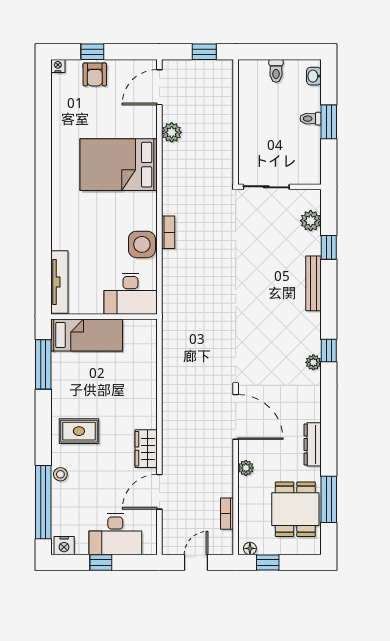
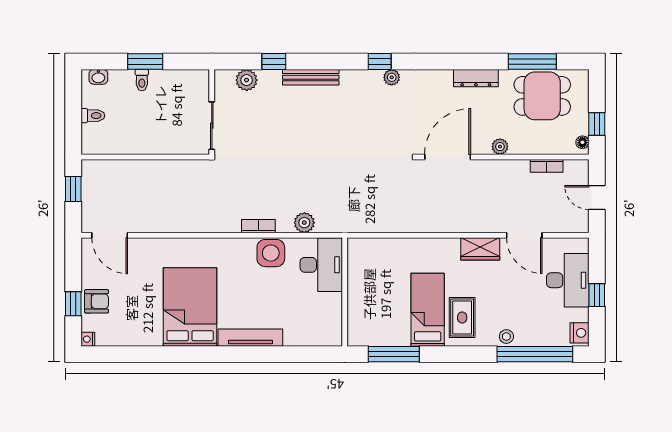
plant: (172, 132) -> (304, 223), moved
bed: (119, 165) -> (190, 307), moved, turned 180
tv unit: (59, 282) -> (250, 338), moved
bed: (87, 335) -> (428, 310), moved

